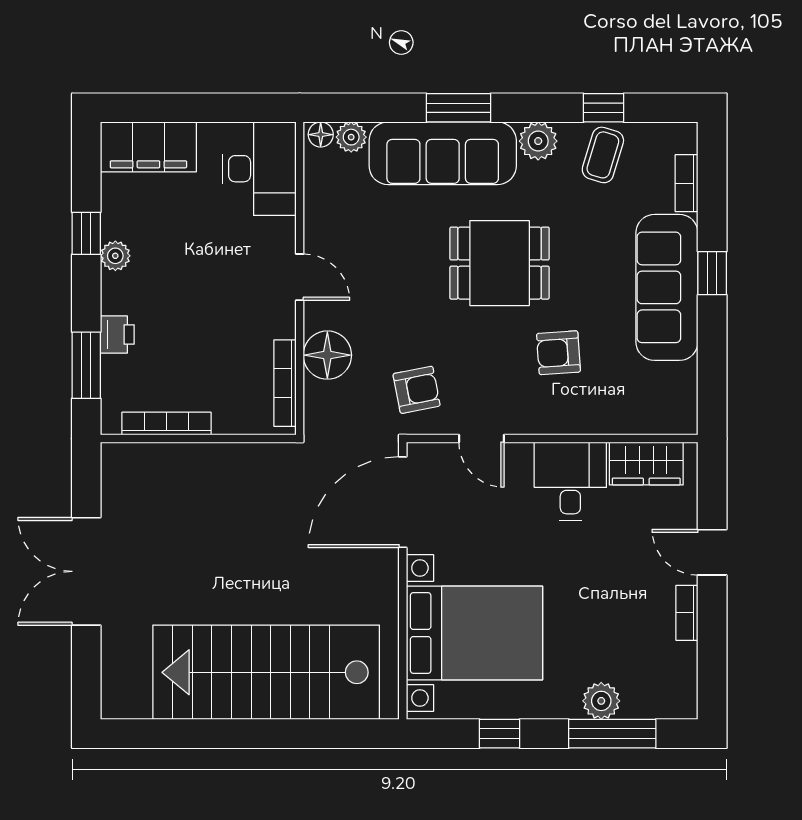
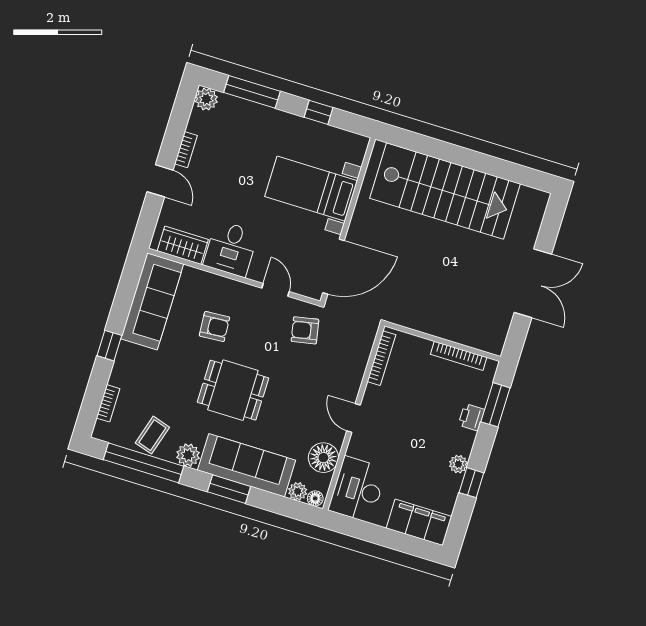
window: (603, 108) -> (143, 463), width x3.17
sofa: (667, 287) -> (152, 301), moved
floor lamp: (327, 355) -> (323, 458), moved
bed with nightstands: (474, 633) -> (311, 189), width x0.73
plant: (601, 701) -> (206, 99), moved

